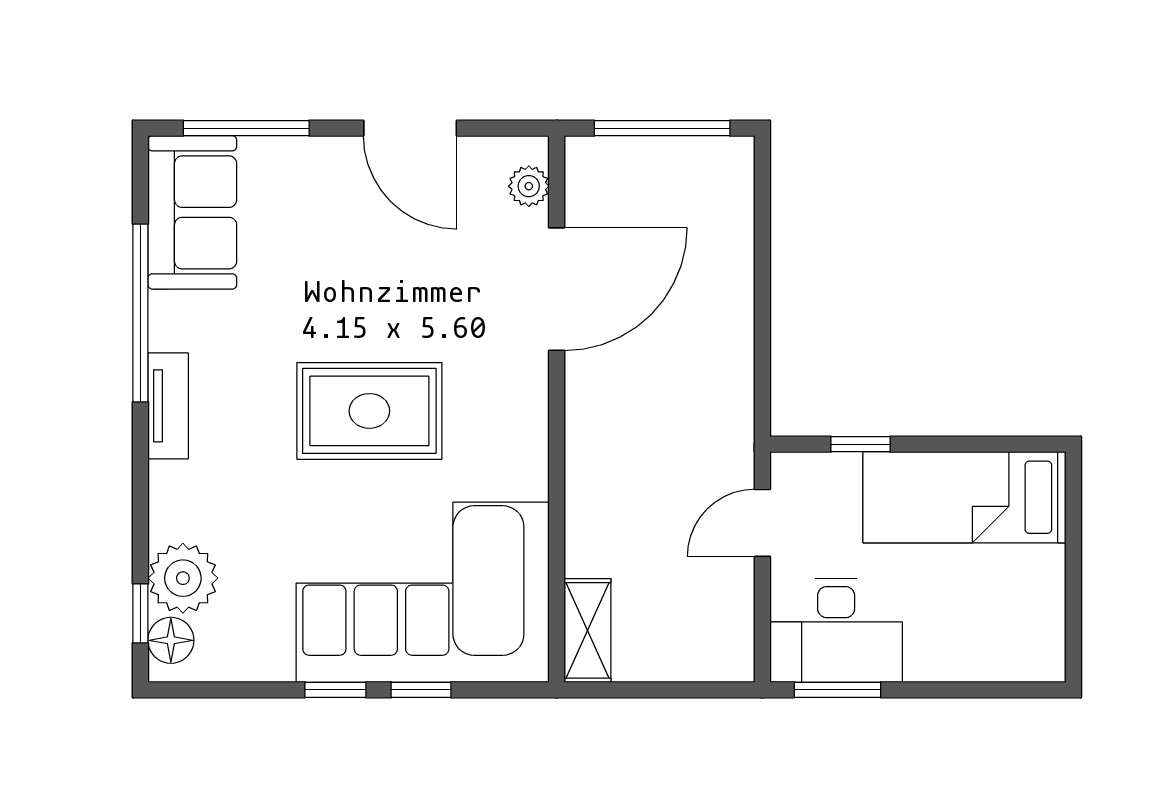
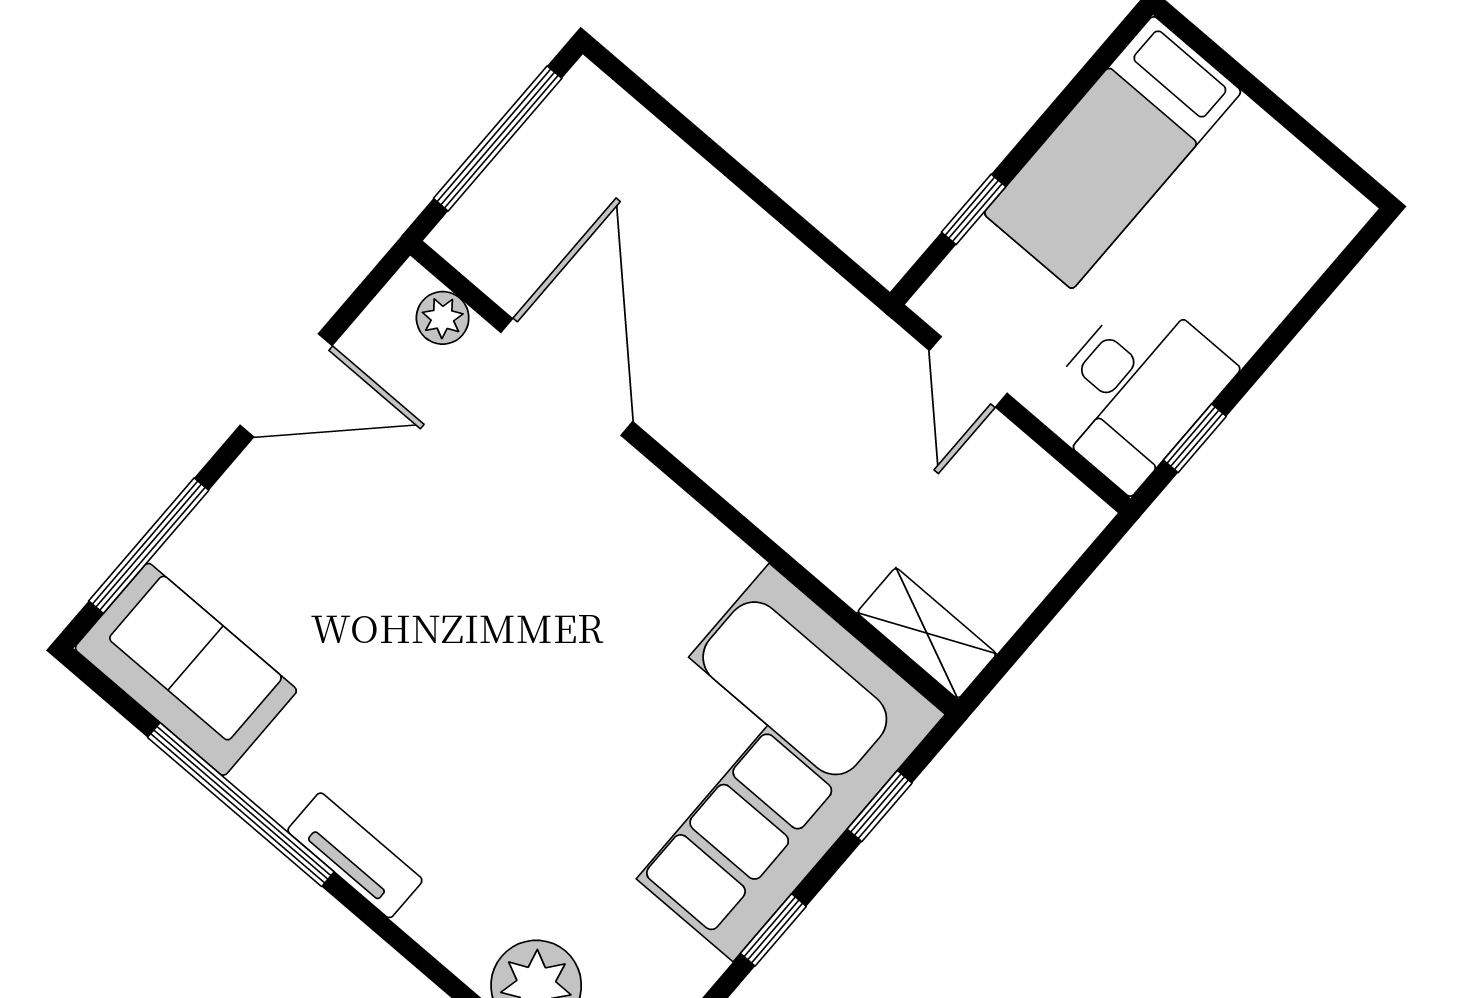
rug: (369, 411) -> (529, 663), removed
window: (421, 690) -> (880, 806), moved
window: (838, 690) -> (1195, 438), width x0.67

